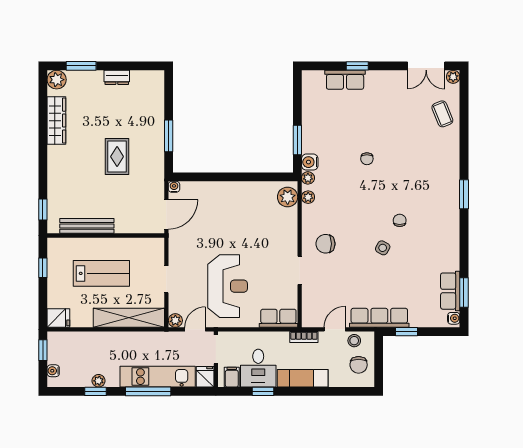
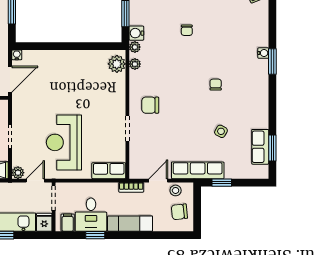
side table: (383, 248) -> (221, 131), moved
reception desk: (228, 286) -> (64, 142), turned 180
water cooler: (454, 318) -> (263, 53), moved
chair: (359, 365) -> (179, 212), turned 84

